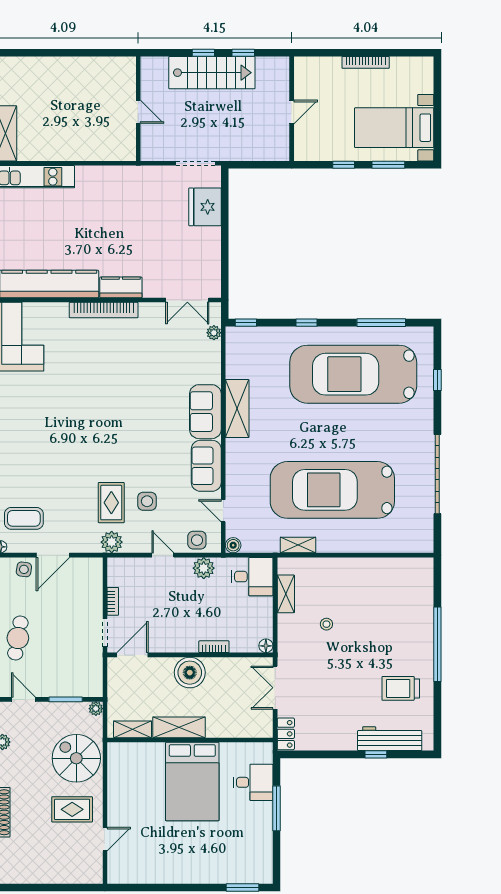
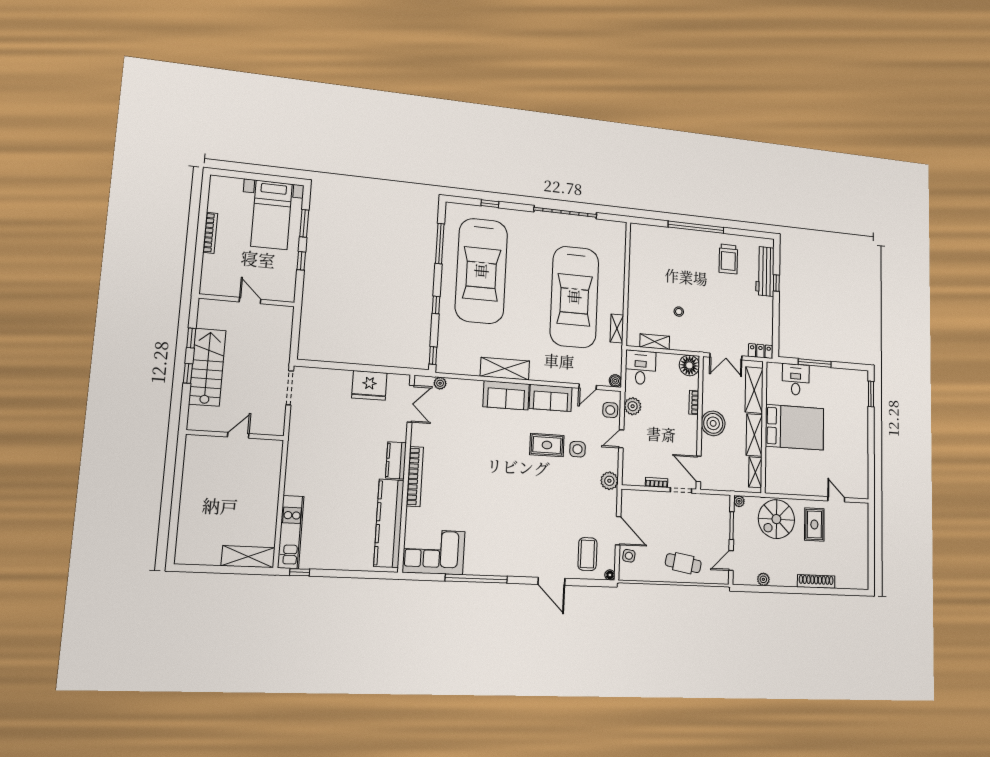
fridge: (205, 207) -> (369, 385), moved
rug: (111, 503) -> (547, 445), moved
floor lamp: (266, 646) -> (689, 365), width x1.89, depth x1.89
shelving: (235, 726) -> (754, 390), added

